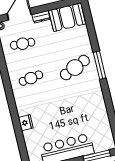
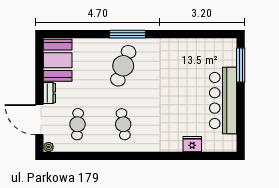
cafe table: (75, 68) -> (123, 66), turned 45
fridge: (26, 123) -> (192, 144), moved

